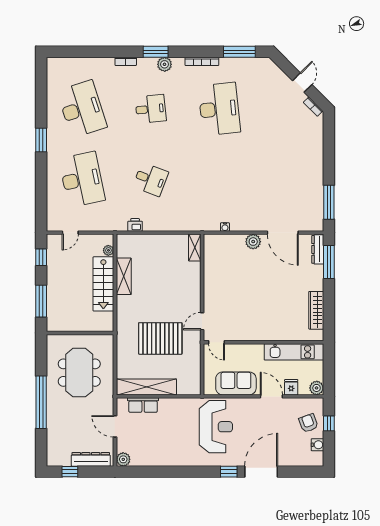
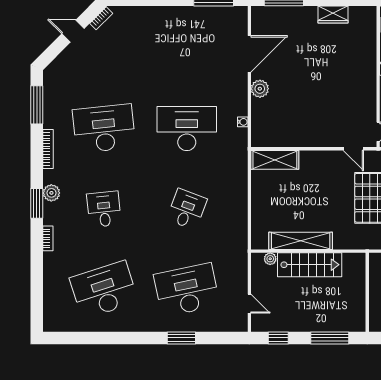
window: (41, 140) -> (181, 338), moved
desk: (219, 179) -> (187, 129), added
printer: (135, 225) -> (240, 228), removed
shelving: (195, 248) -> (275, 160), width x1.50, depth x1.33
dresser: (318, 249) -> (269, 13), removed
shelving: (124, 276) -> (301, 241), width x1.47
wardrobe: (316, 310) -> (333, 15), width x0.67

